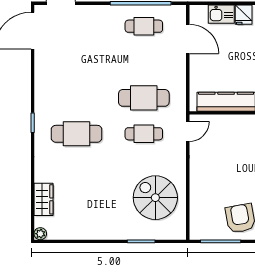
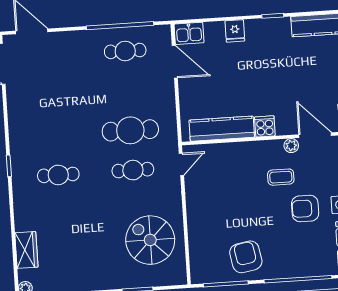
kitchen sink: (221, 14) -> (189, 33), moved
cafe table: (77, 134) -> (58, 175), width x0.73, depth x0.74

